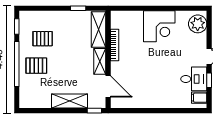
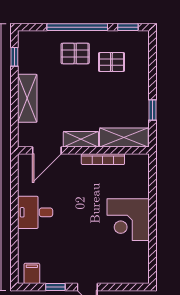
plant: (198, 24) -> (131, 271), removed
pallet: (43, 39) -> (111, 62), turned 90
pallet: (36, 66) -> (75, 53), turned 90
desk: (194, 79) -> (35, 212), moved, turned 90
window: (94, 111) -> (14, 57), moved

